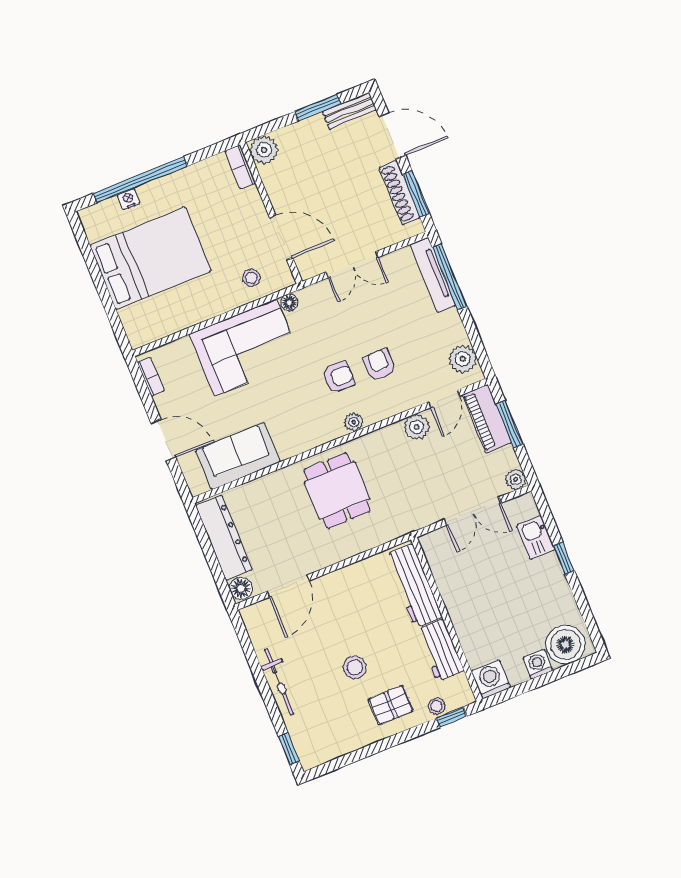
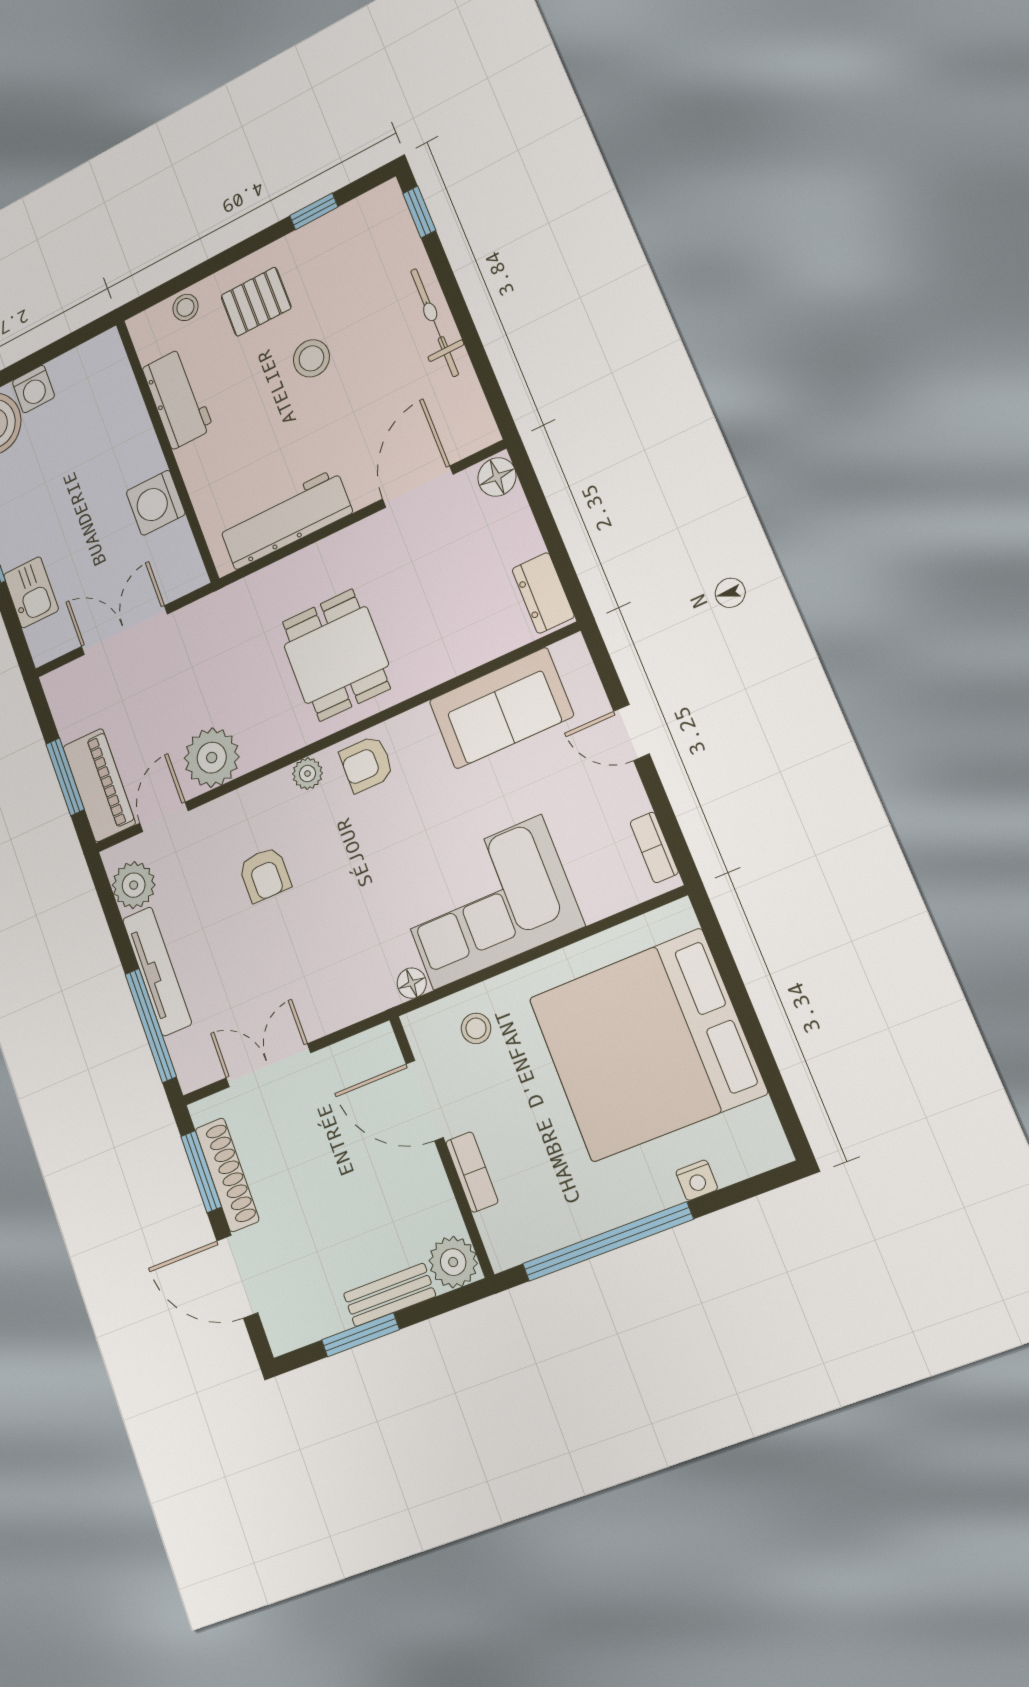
bench: (349, 111) -> (389, 1295), moved
bookcase: (240, 167) -> (472, 1172), moved
window: (140, 180) -> (607, 1242), moved
bed: (151, 258) -> (647, 1045), width x1.36
double door: (352, 265) -> (268, 1065), moved
tv unit: (433, 275) -> (157, 971), moved
armchair: (338, 377) -> (367, 764), moved
plant: (417, 427) -> (212, 758), width x1.36, depth x1.36
door: (163, 440) -> (632, 732), width x0.73
plant: (516, 479) -> (58, 686), removed
dresser: (224, 538) -> (543, 593), width x0.51, depth x0.80
workbench: (414, 586) -> (285, 519), moved, turned -90
washing machine: (491, 679) -> (156, 503), moved, turned 90
window: (452, 717) -> (314, 211), moved

